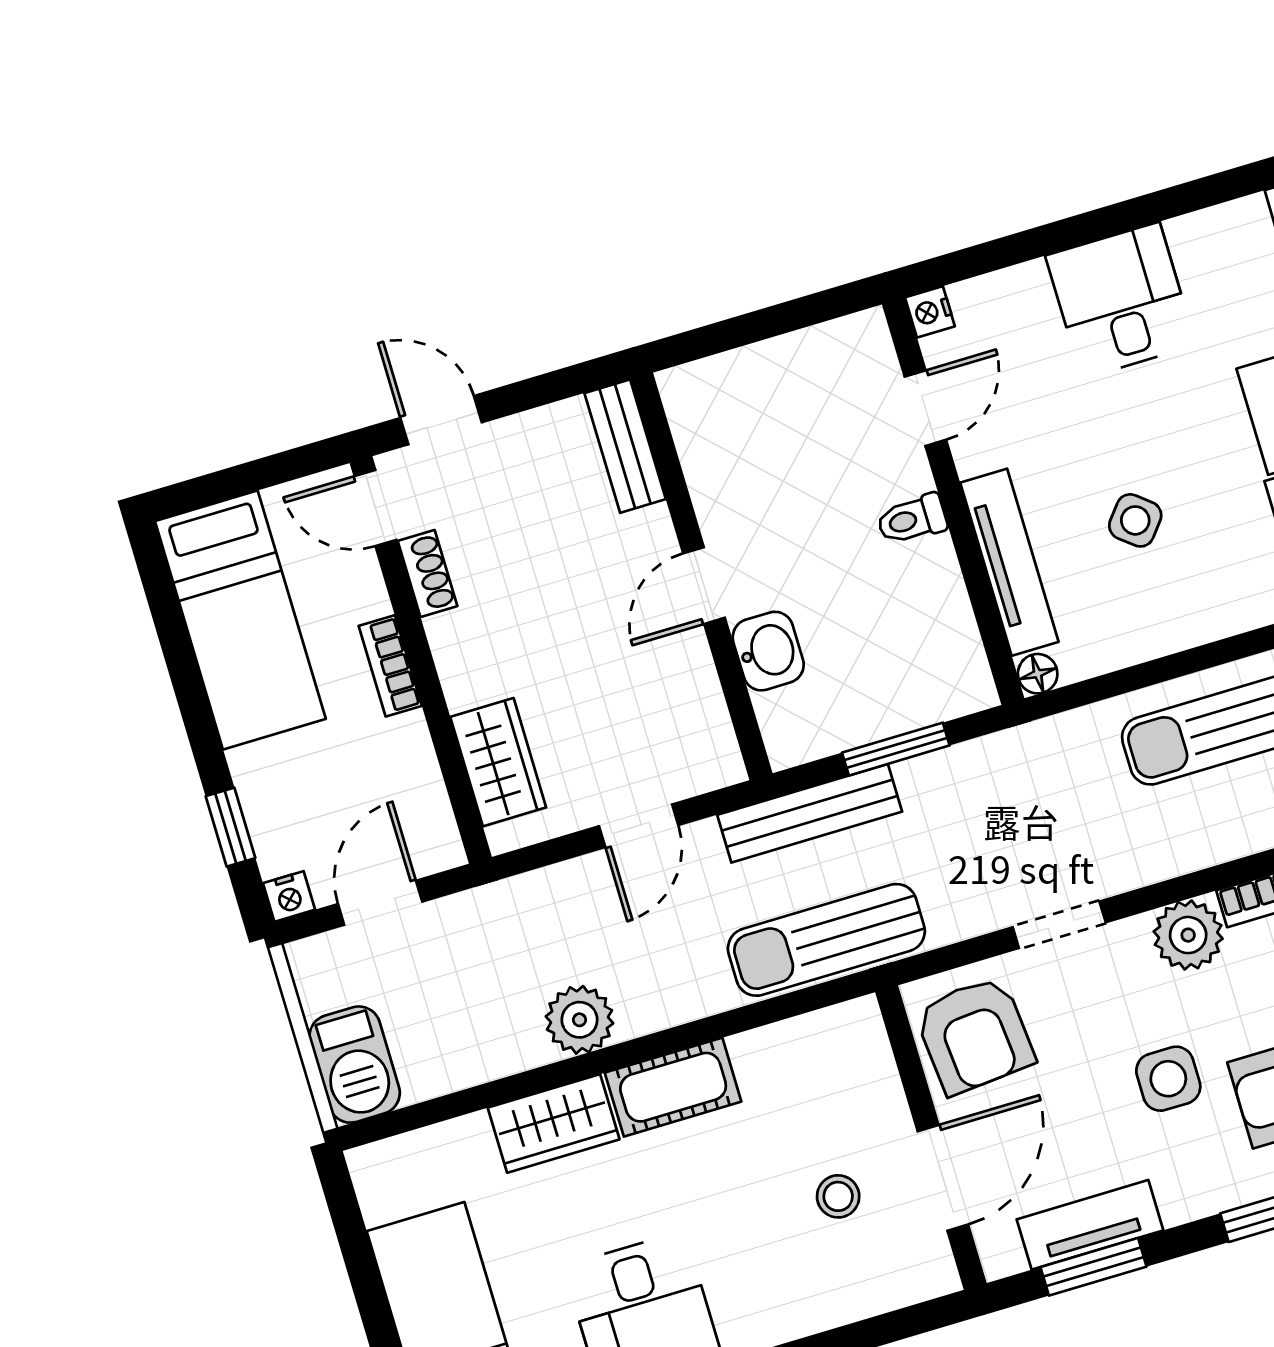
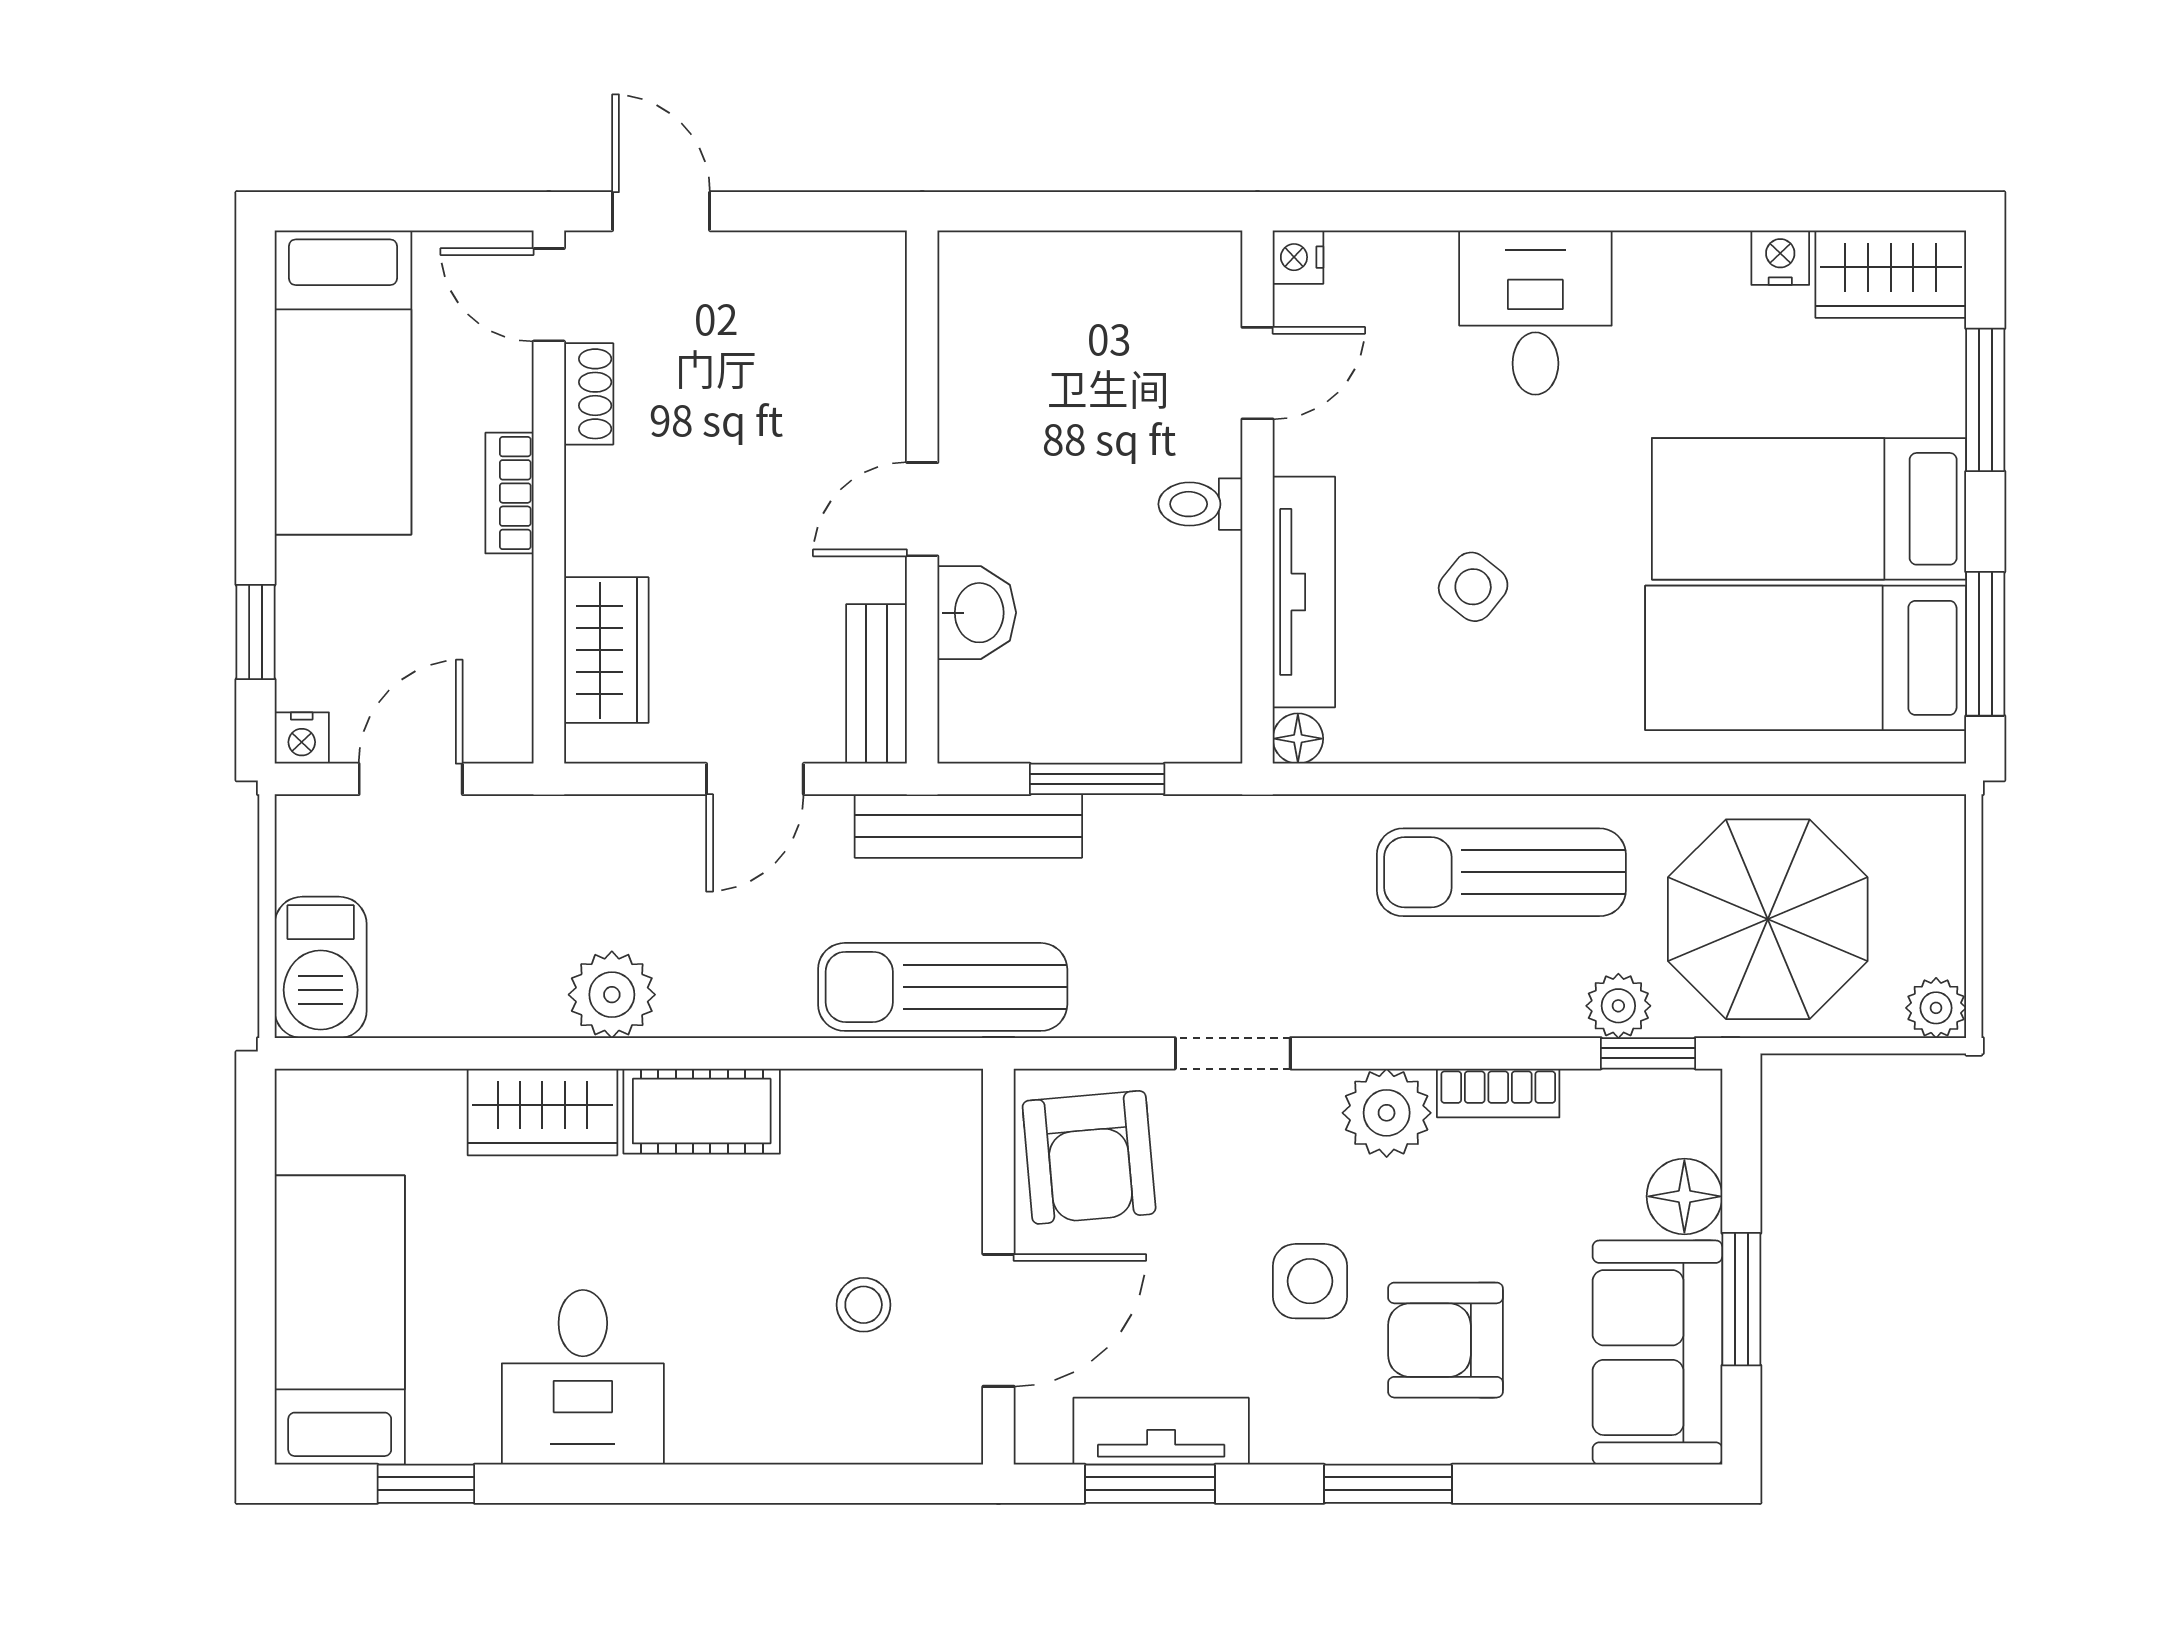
bench: (625, 446) -> (877, 684), moved

